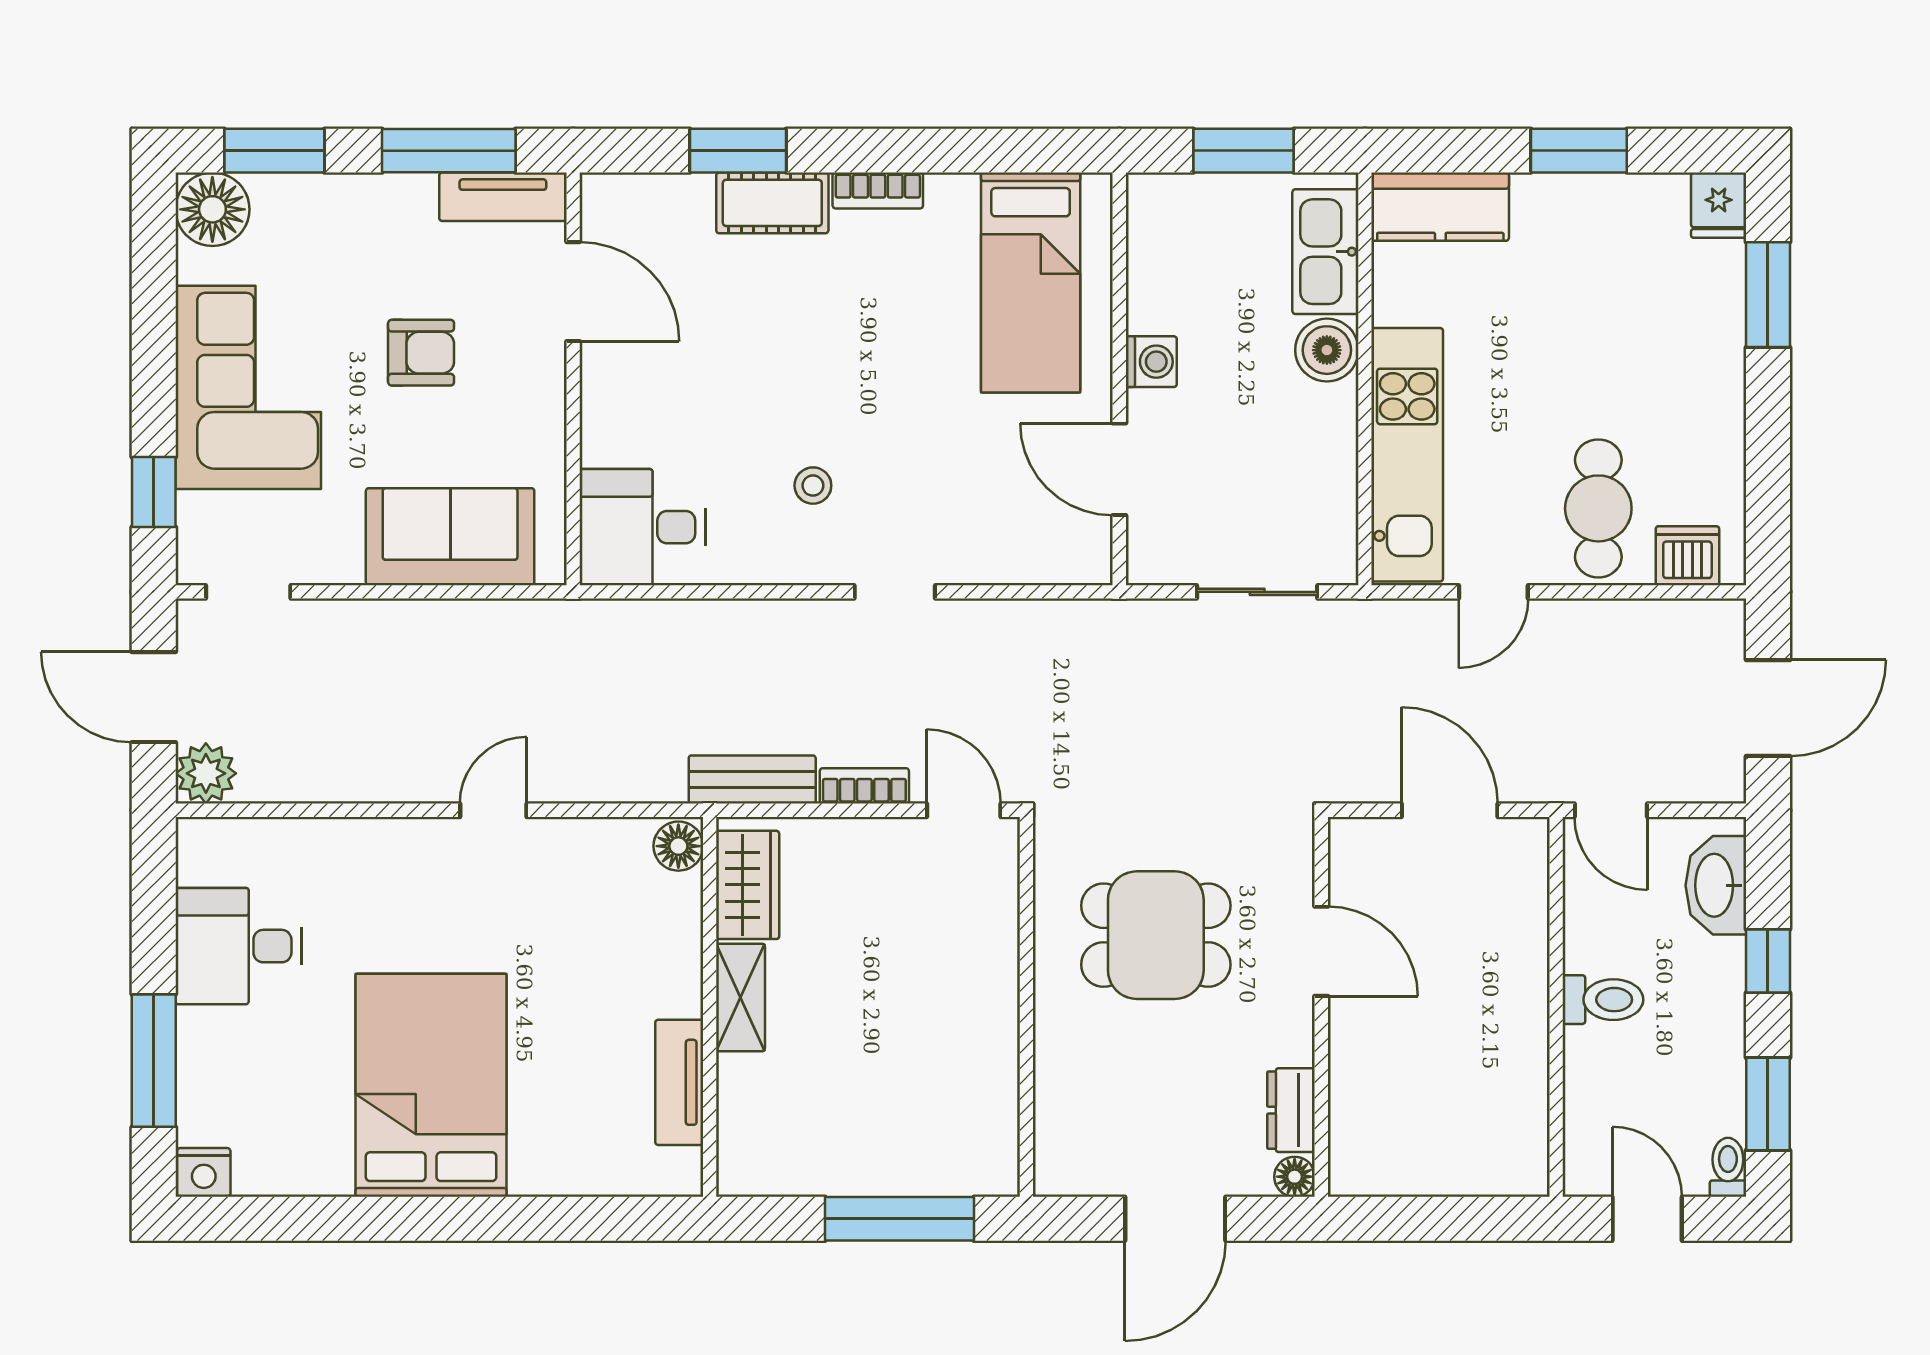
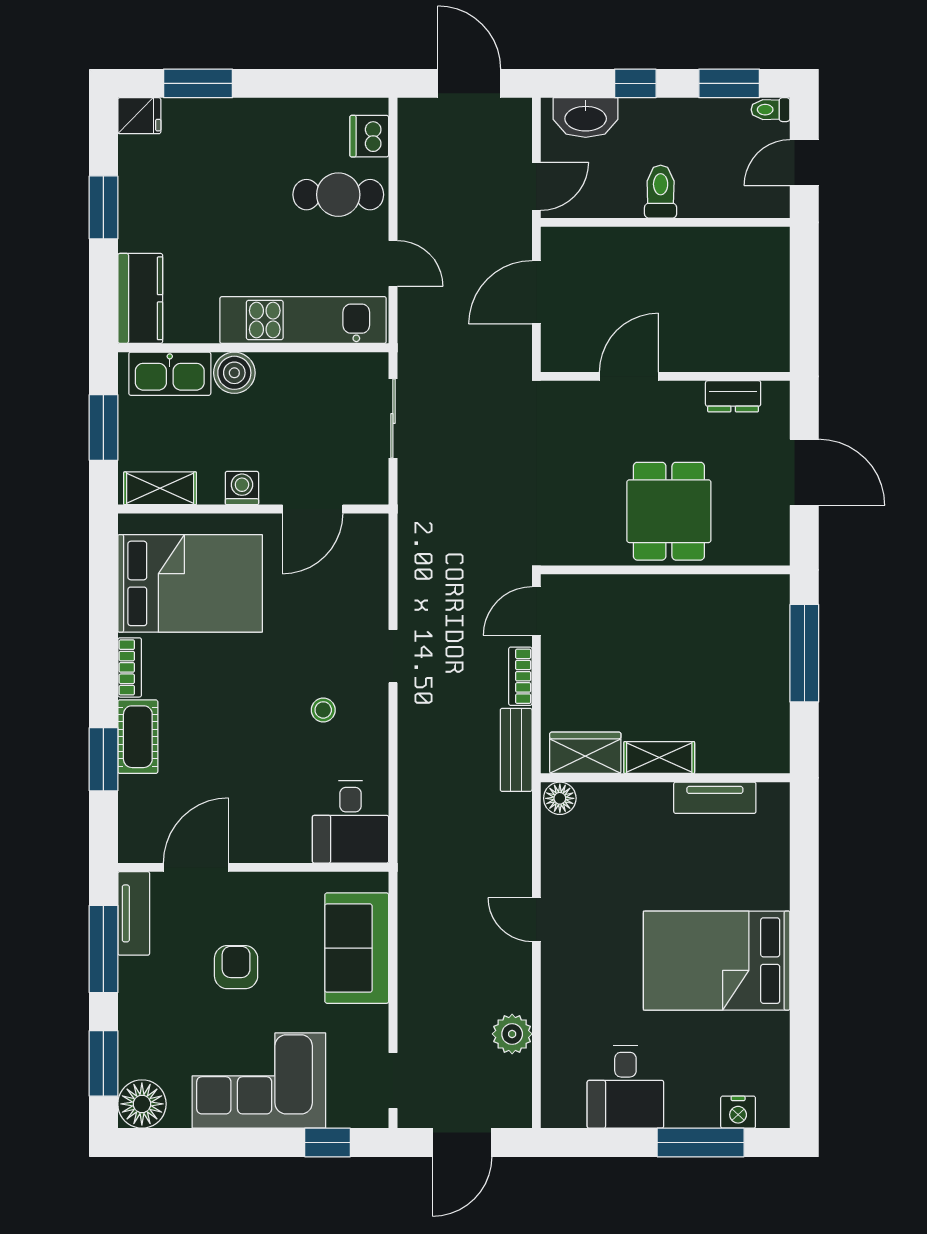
shelving: (1151, 237) -> (160, 488), added
bed: (1031, 283) -> (190, 583), width x1.50
plant: (206, 773) -> (512, 1034), moved
dining table: (1156, 935) -> (669, 511), moved
nightstand: (204, 1172) -> (738, 1112), moved, turned 90
floor lamp: (1295, 1177) -> (777, 394), removed

